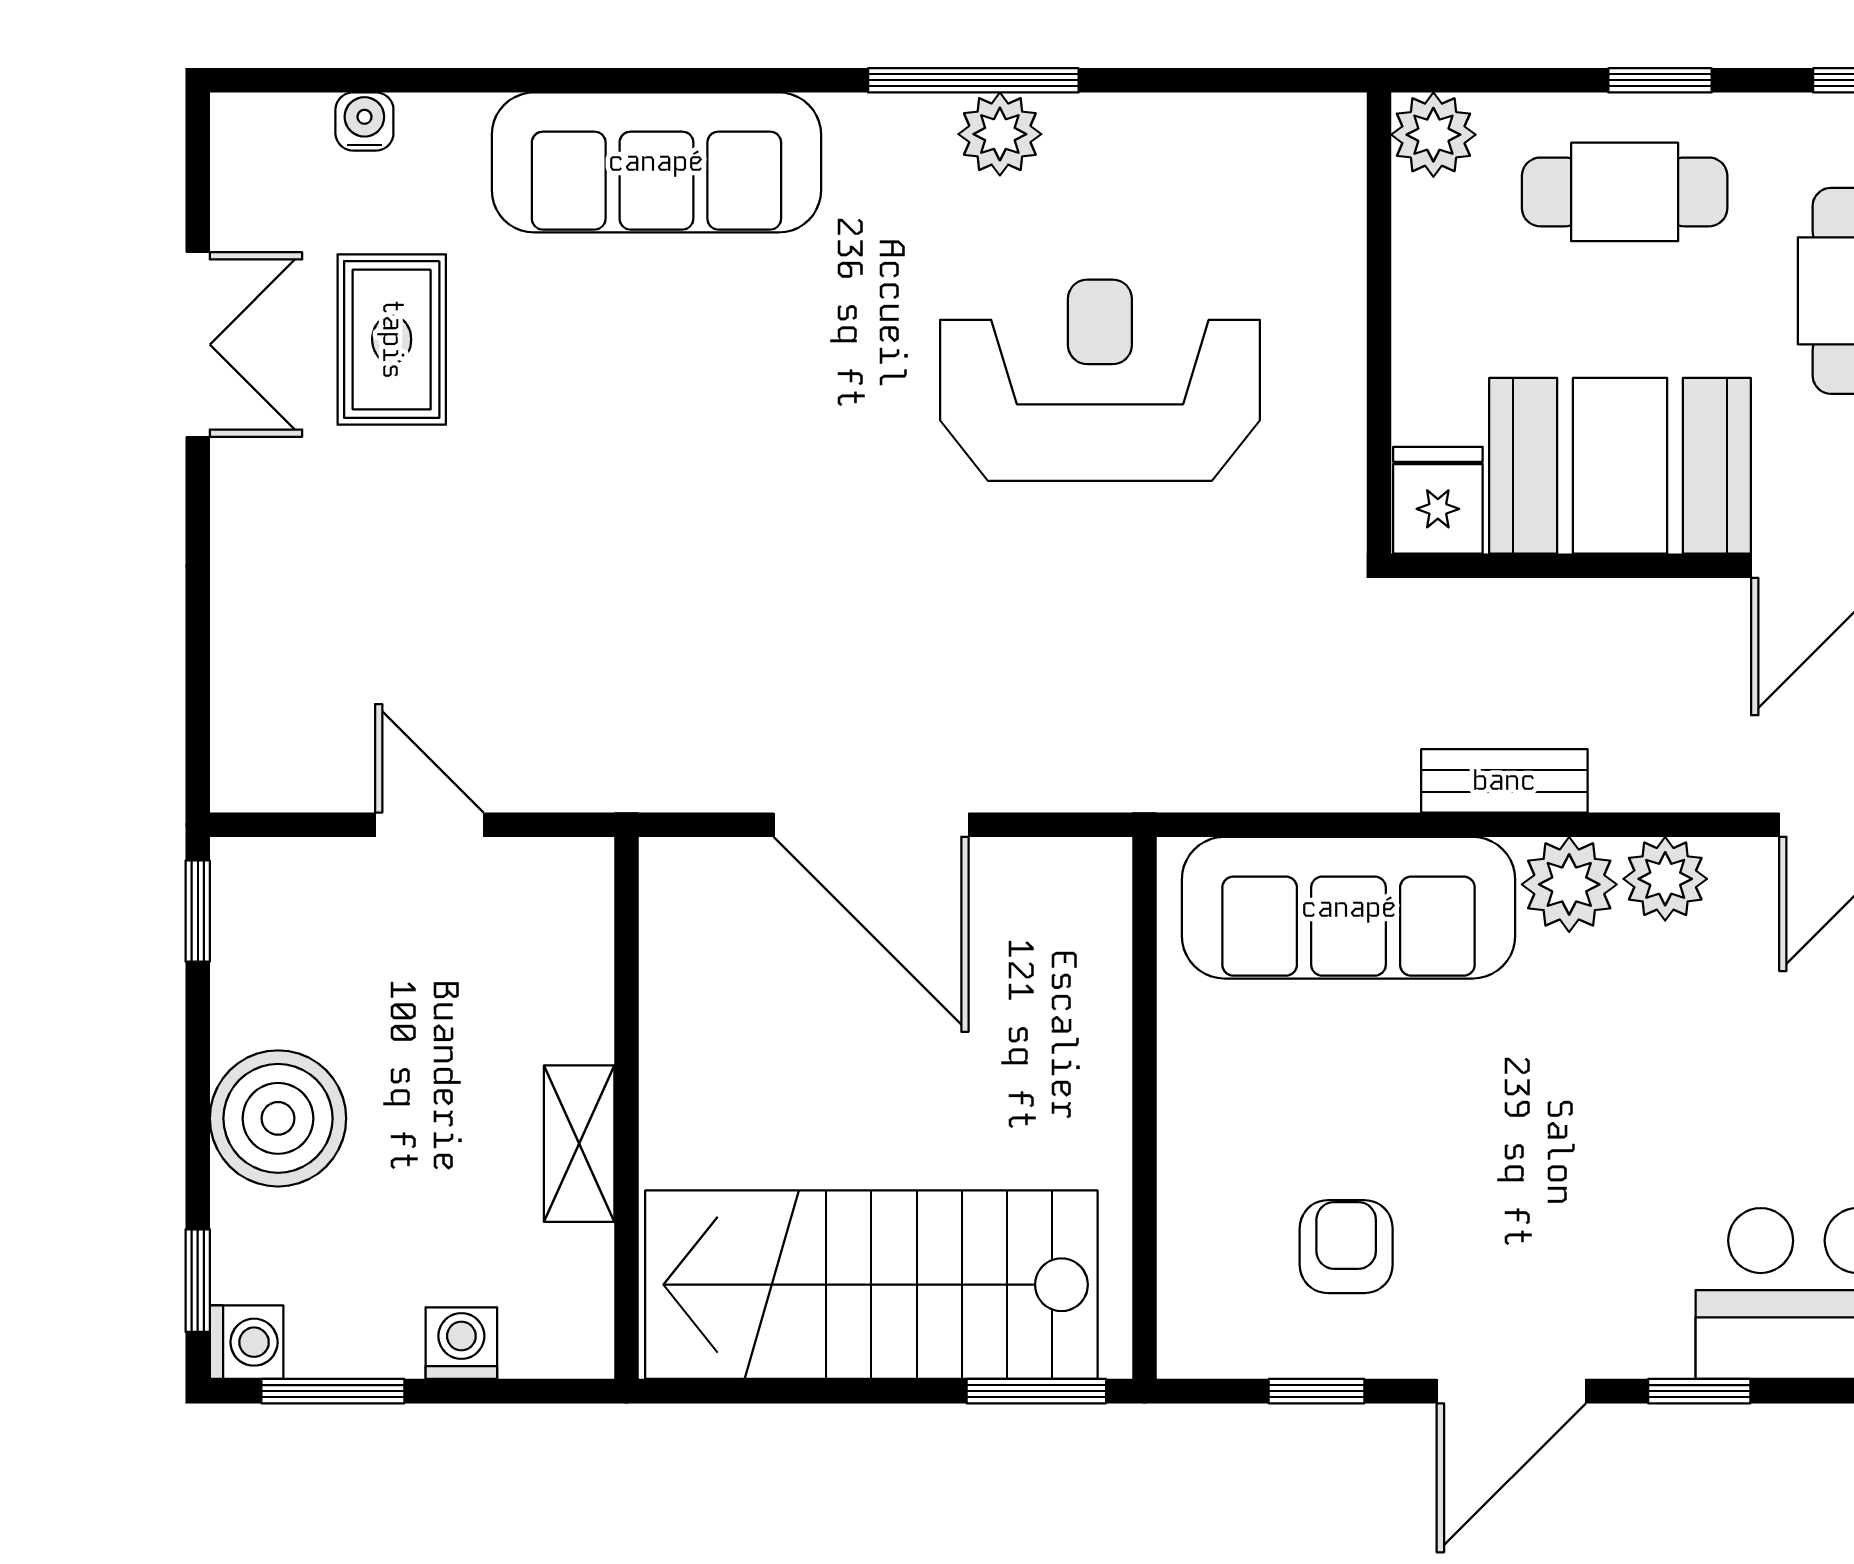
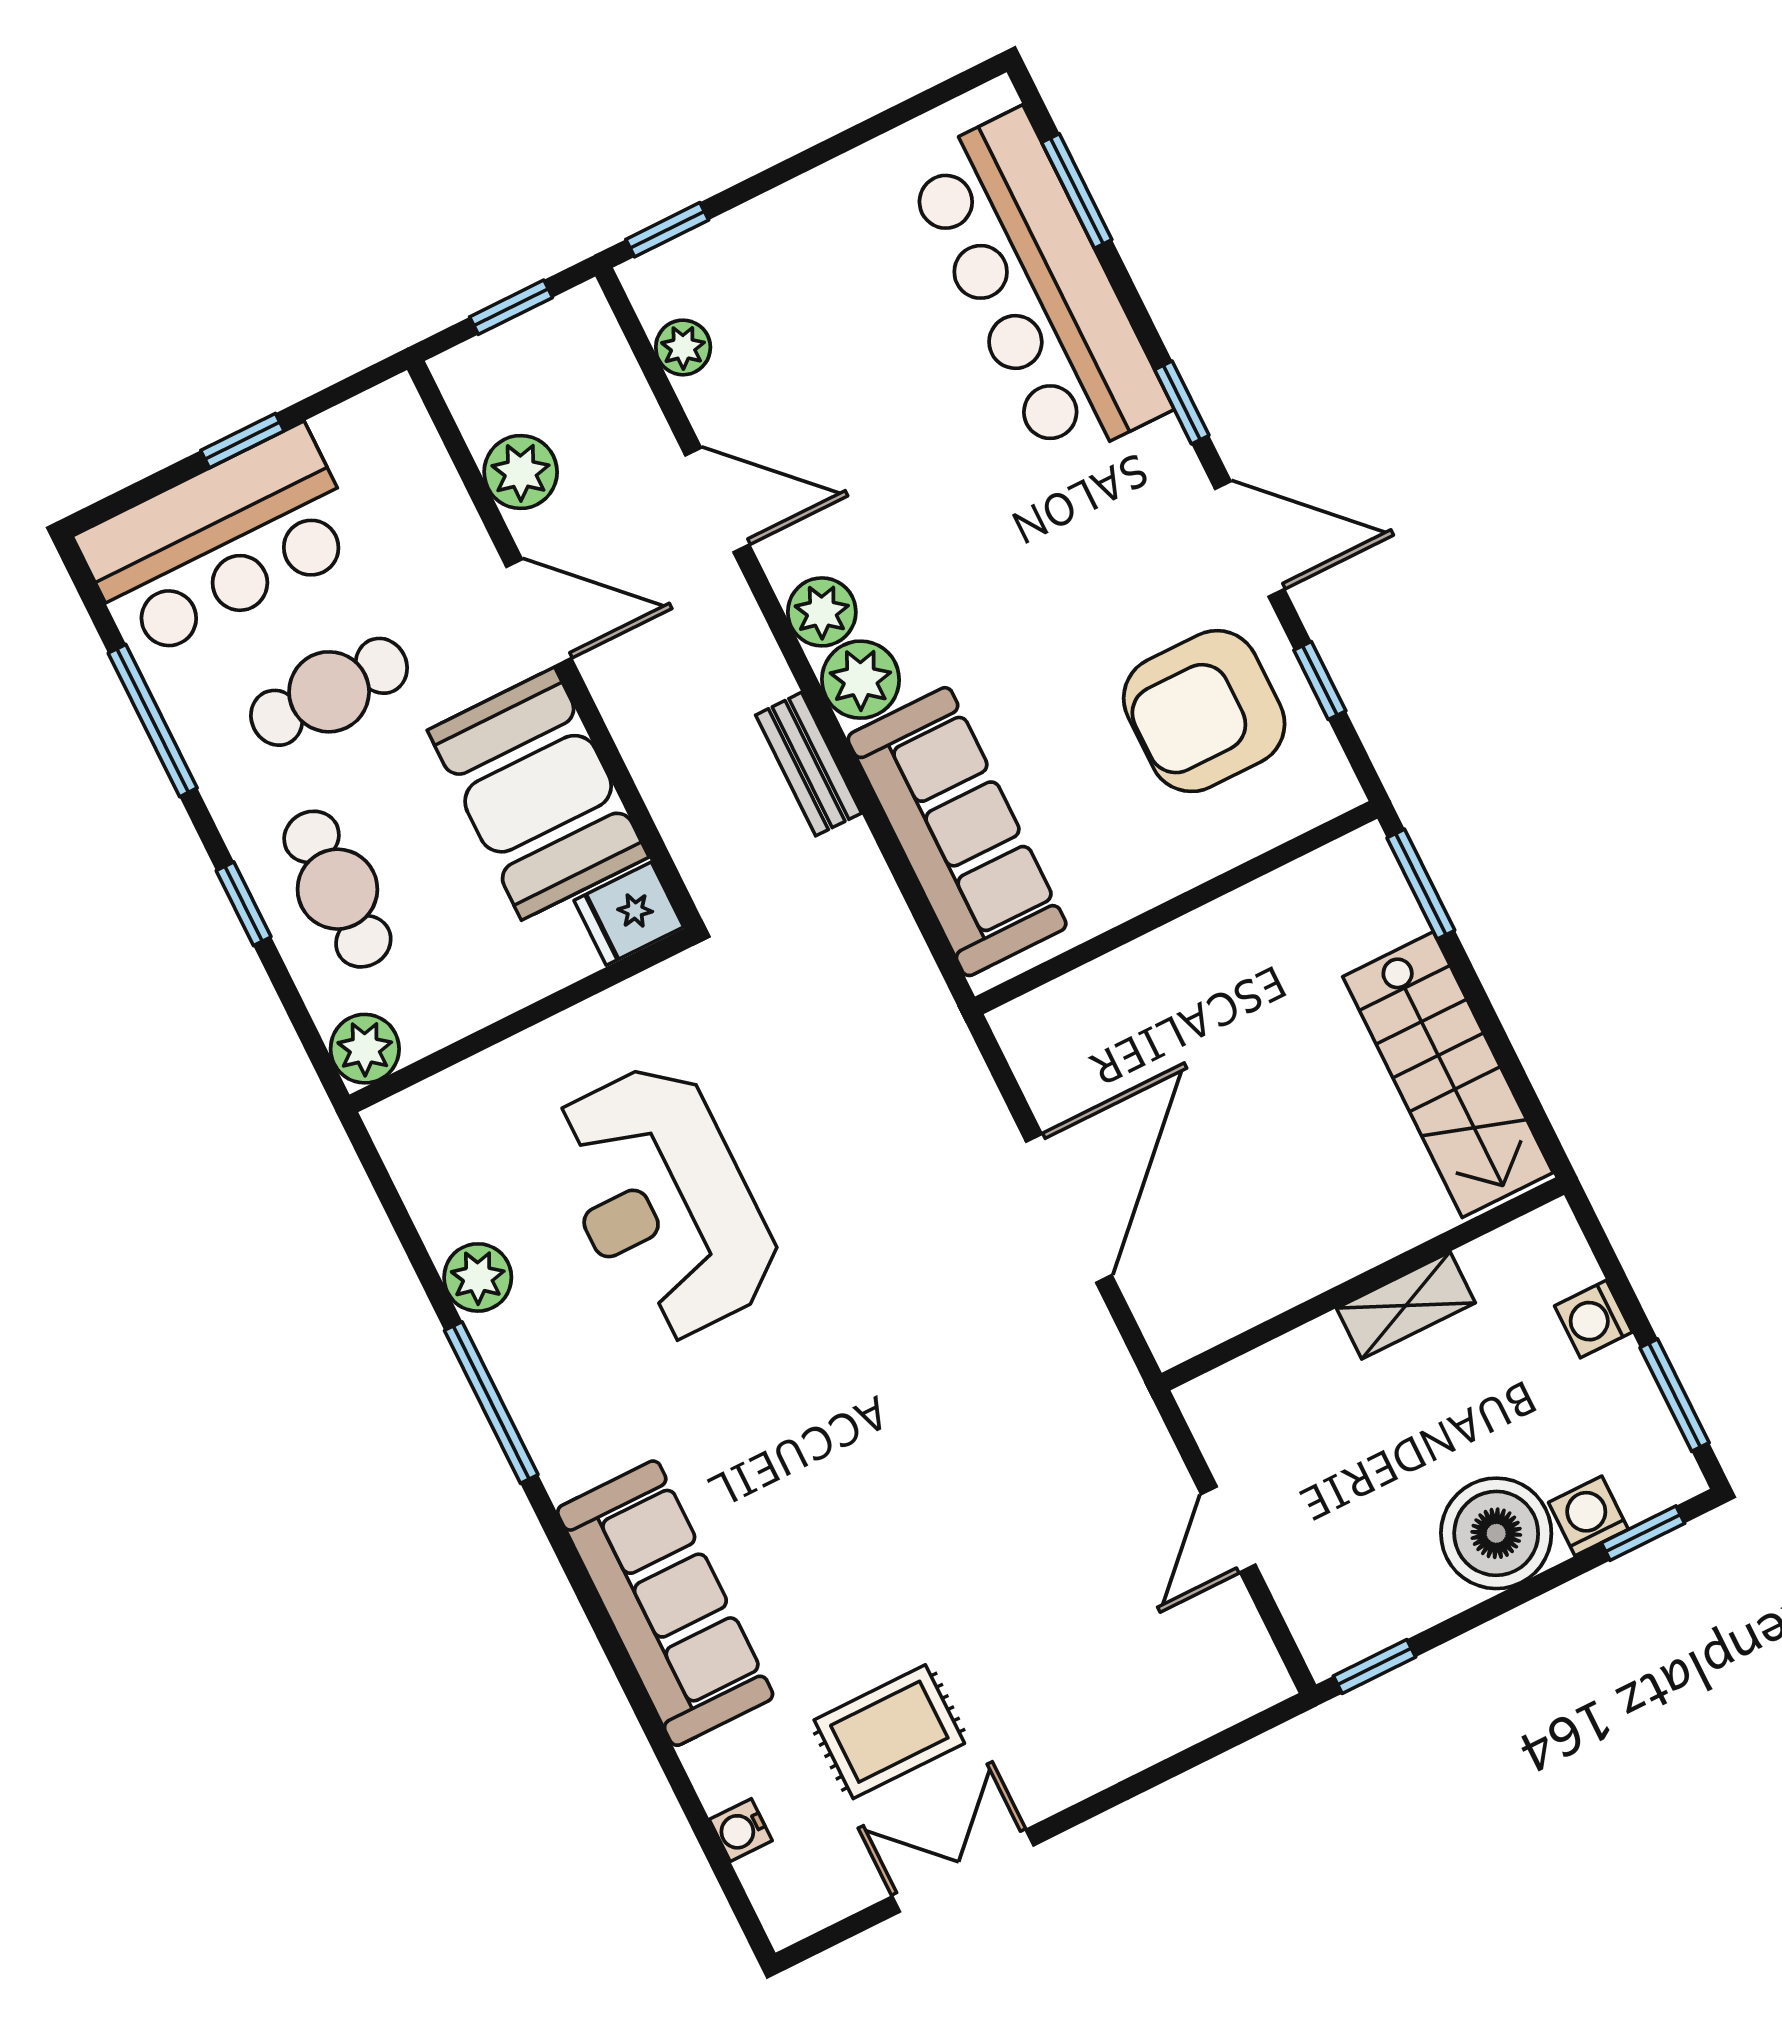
plant: (1000, 134) -> (478, 1277), moved
armchair: (1346, 1247) -> (1204, 711), width x1.88, depth x1.88
stairs: (871, 1285) -> (1448, 1075), width x0.73, depth x0.66
washing machine: (247, 1342) -> (1588, 1516), moved

